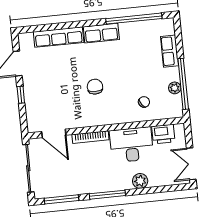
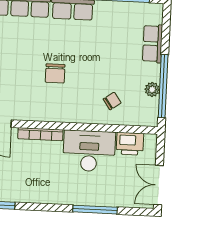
chair: (95, 87) -> (55, 73), turned 180
plant: (140, 181) -> (93, 197), removed
window: (107, 195) -> (95, 210), moved

